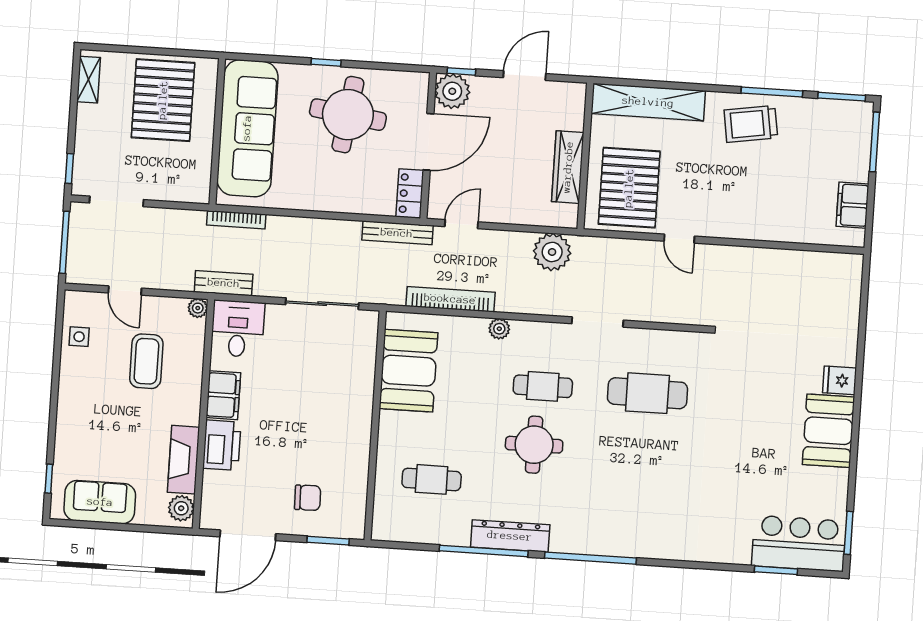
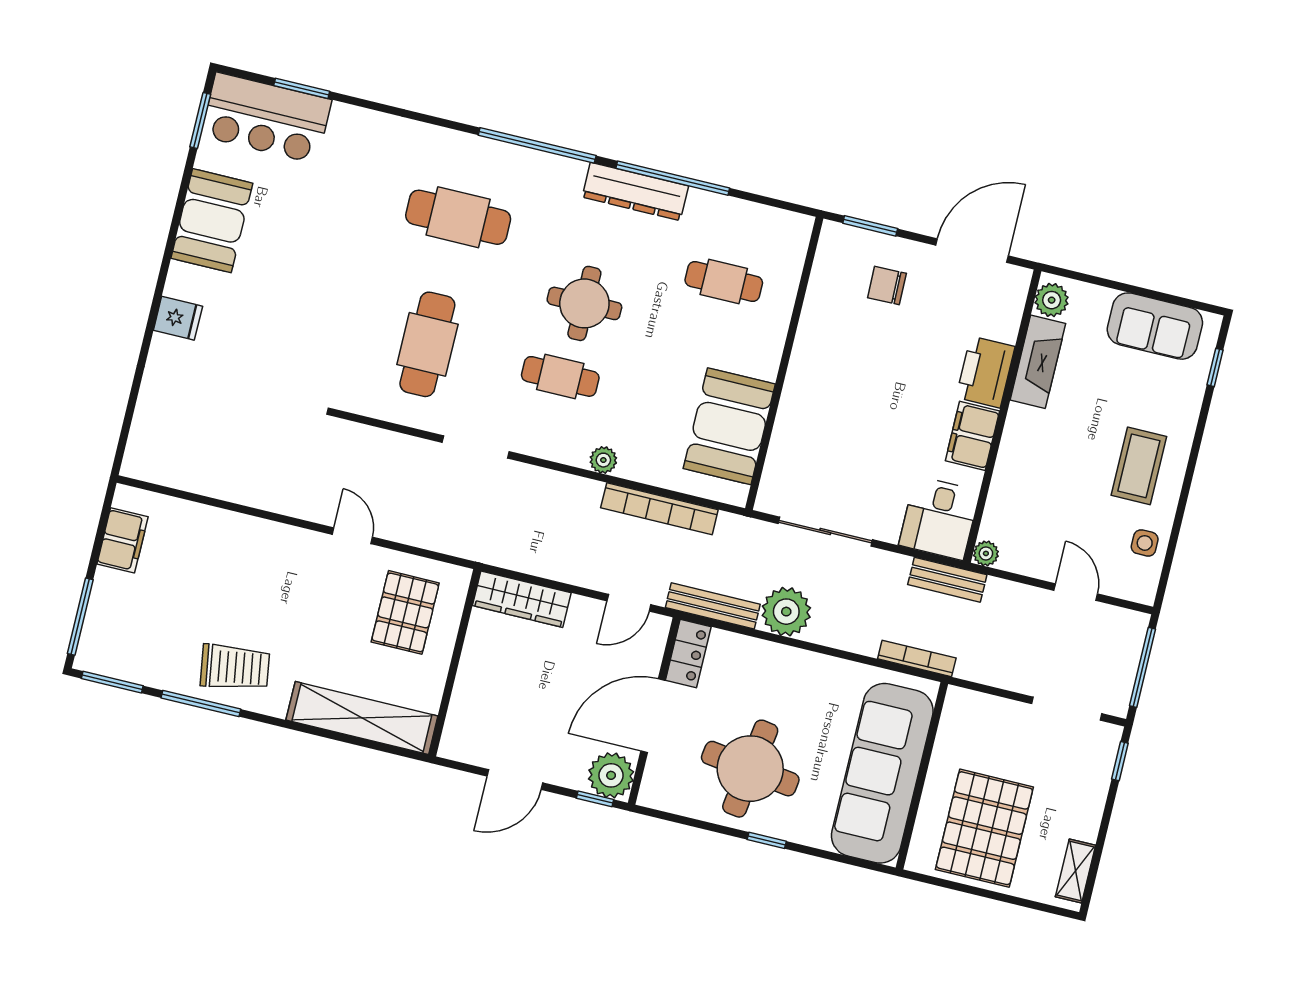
wardrobe: (568, 167) -> (522, 599), moved, turned 90
pallet: (629, 188) -> (405, 612), width x0.73, depth x0.71
plant: (552, 252) -> (786, 612), moved
coffee table: (146, 361) -> (1139, 466), moved
cafe table: (647, 393) -> (427, 344), turned 90
booth: (828, 431) -> (212, 221), moved
cafe table: (641, 493) -> (458, 217), added

